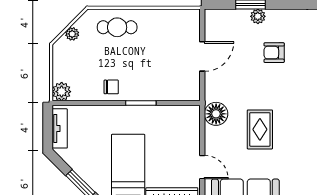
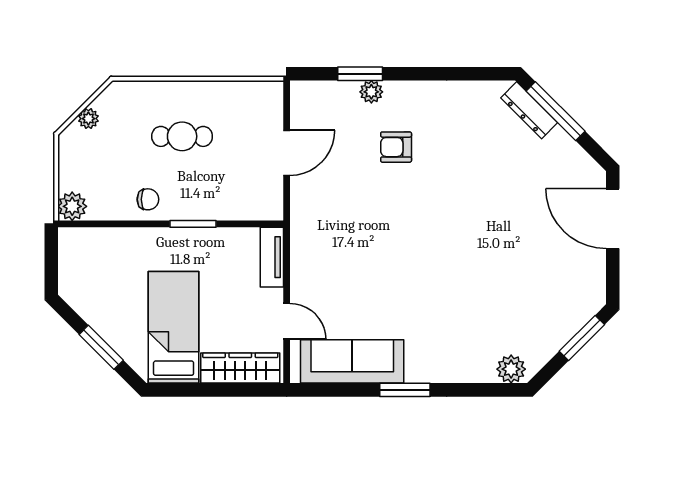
cafe table: (117, 27) -> (182, 136), moved
floor lamp: (216, 114) -> (308, 240), removed
tv unit: (60, 128) -> (272, 257), moved, turned 180
rug: (260, 129) -> (374, 264), removed

